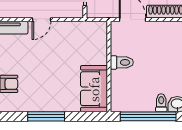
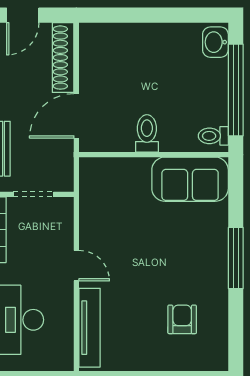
toilet: (161, 103) -> (213, 136), moved

